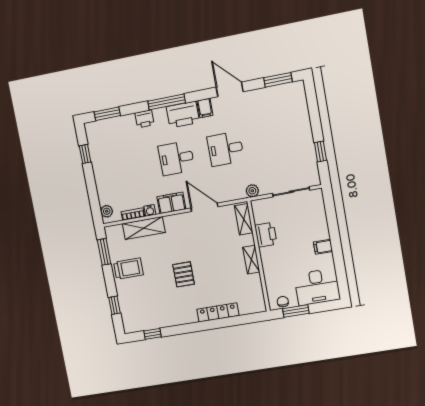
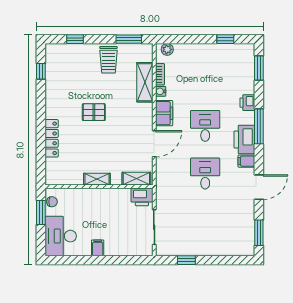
plant: (252, 191) -> (162, 191), removed
printer: (266, 235) -> (142, 197), moved

